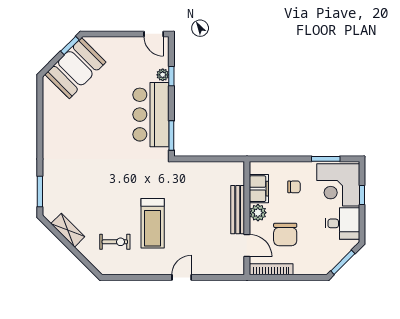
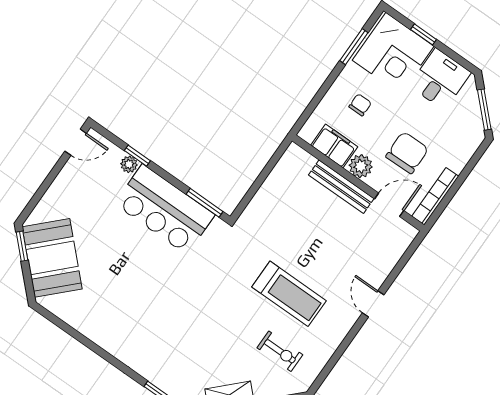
chair: (285, 234) -> (407, 153), turned -91
exercise bike: (115, 242) -> (280, 351), turned 90

